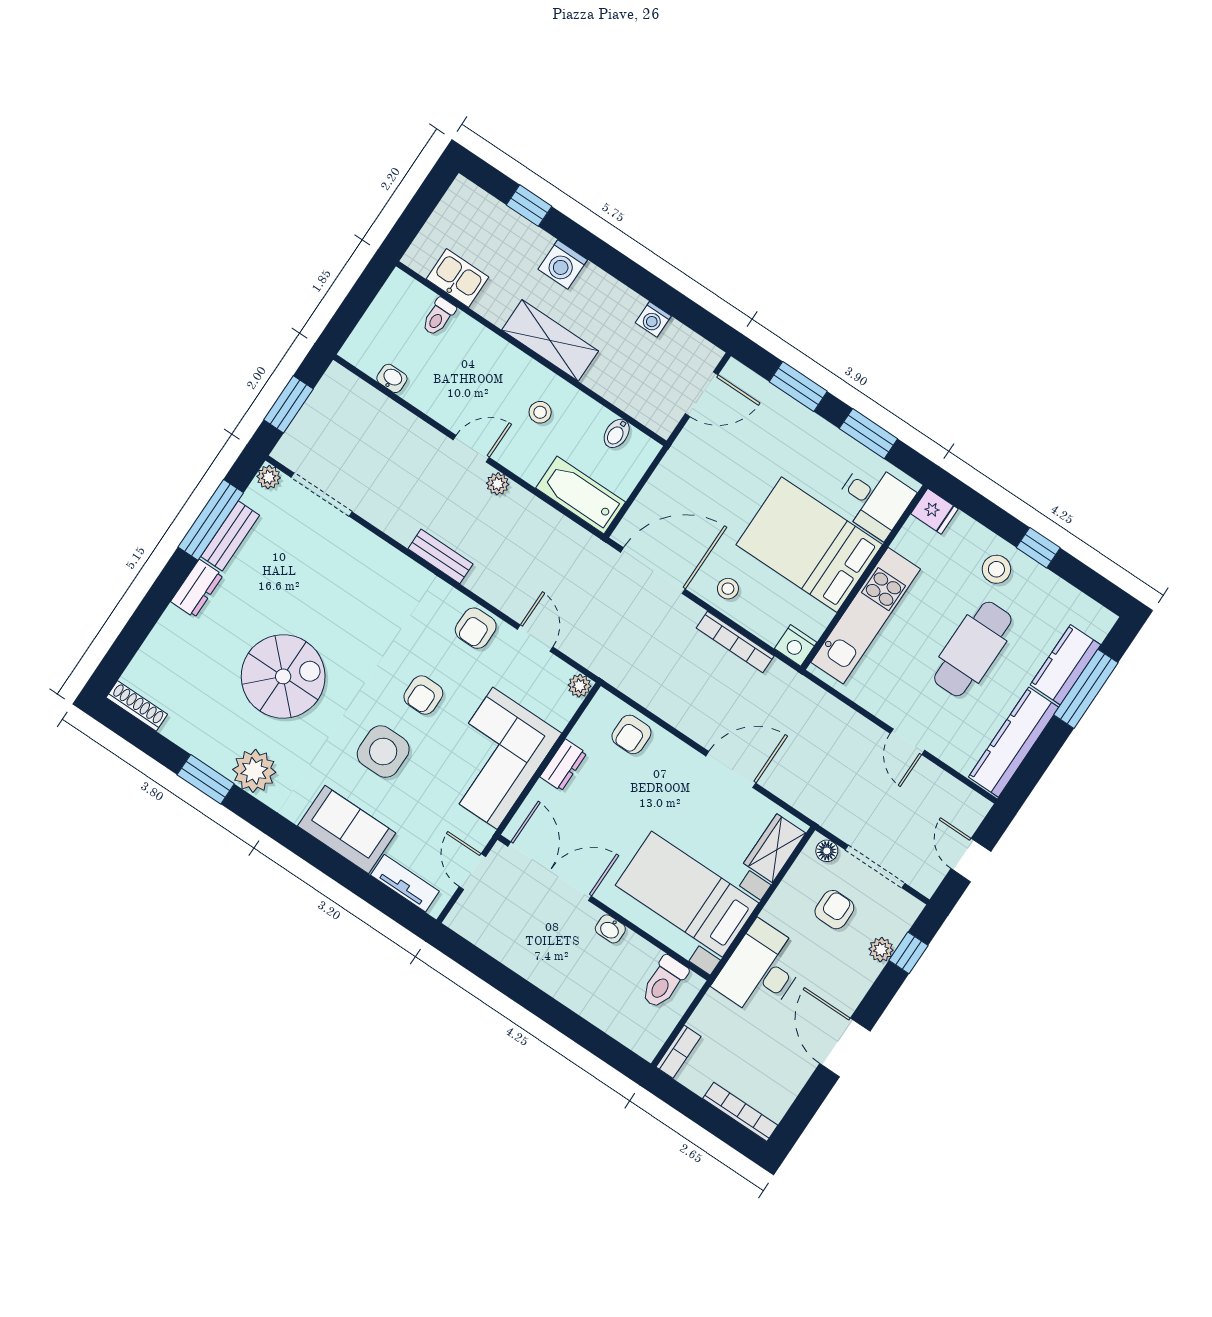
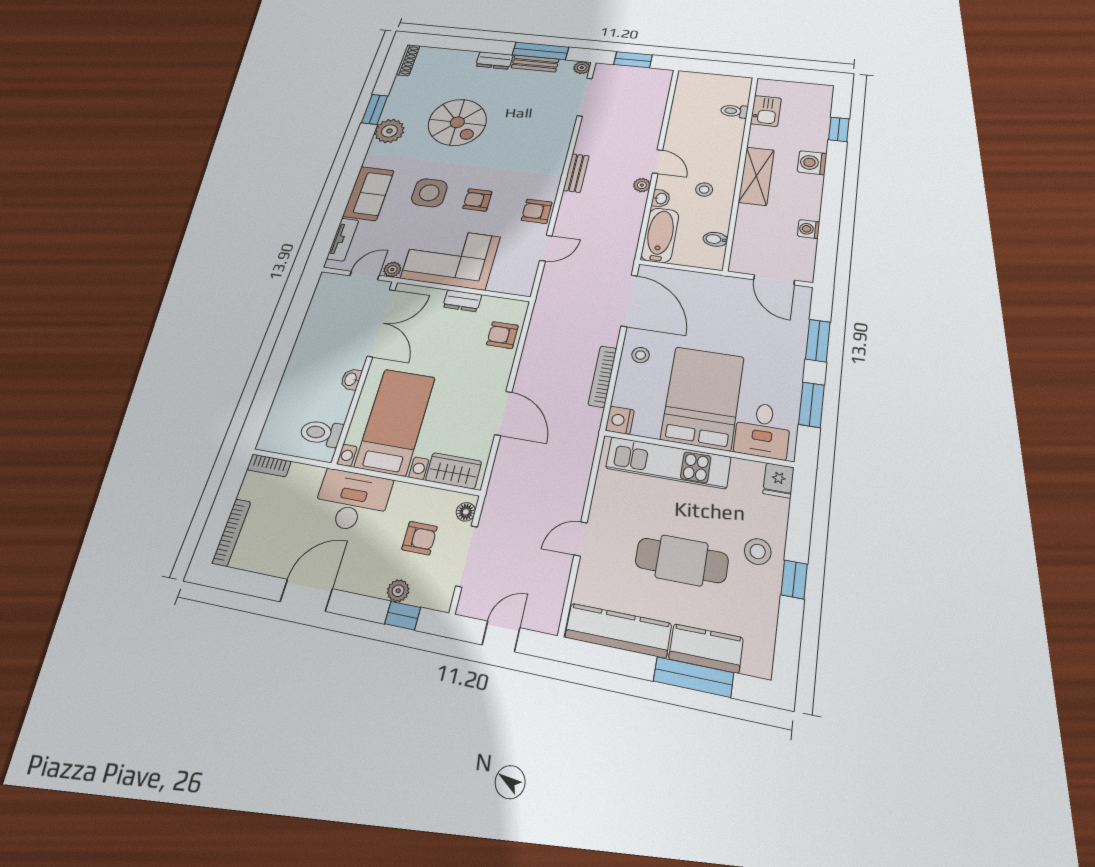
washbasin: (392, 378) -> (661, 198), moved
plant: (580, 686) -> (392, 269), moved

